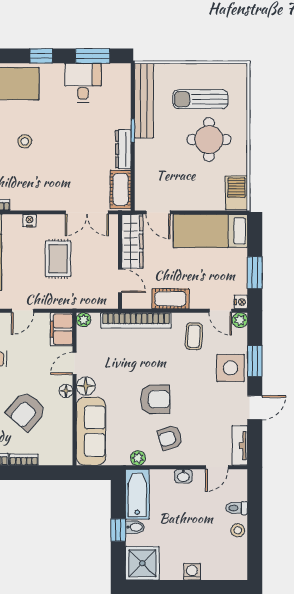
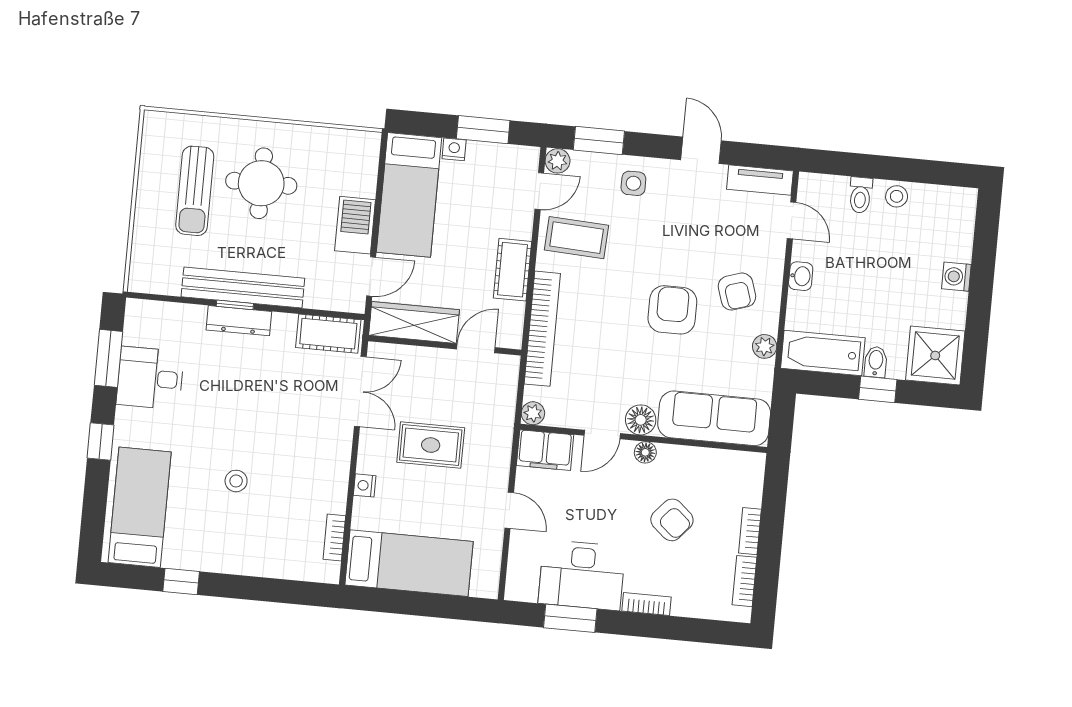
bench: (144, 101) -> (243, 287), moved
dresser: (123, 149) -> (239, 321), moved
barbecue: (236, 193) -> (355, 225), moved, turned 90
nightstand: (241, 302) -> (454, 149), moved
coffee table: (194, 336) -> (577, 238), width x1.36, depth x1.30
window: (255, 361) -> (599, 141), moved
door: (75, 363) -> (602, 434), hinge flipped
side table: (231, 368) -> (633, 183), width x0.54, depth x0.54
armchair: (26, 411) -> (672, 520), width x0.72, depth x0.72

